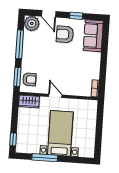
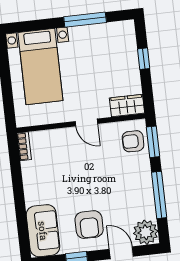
armchair: (65, 34) -> (89, 225), turned 90
bed with nightstands: (60, 133) -> (40, 67), moved
window: (13, 139) -> (144, 59), moved

